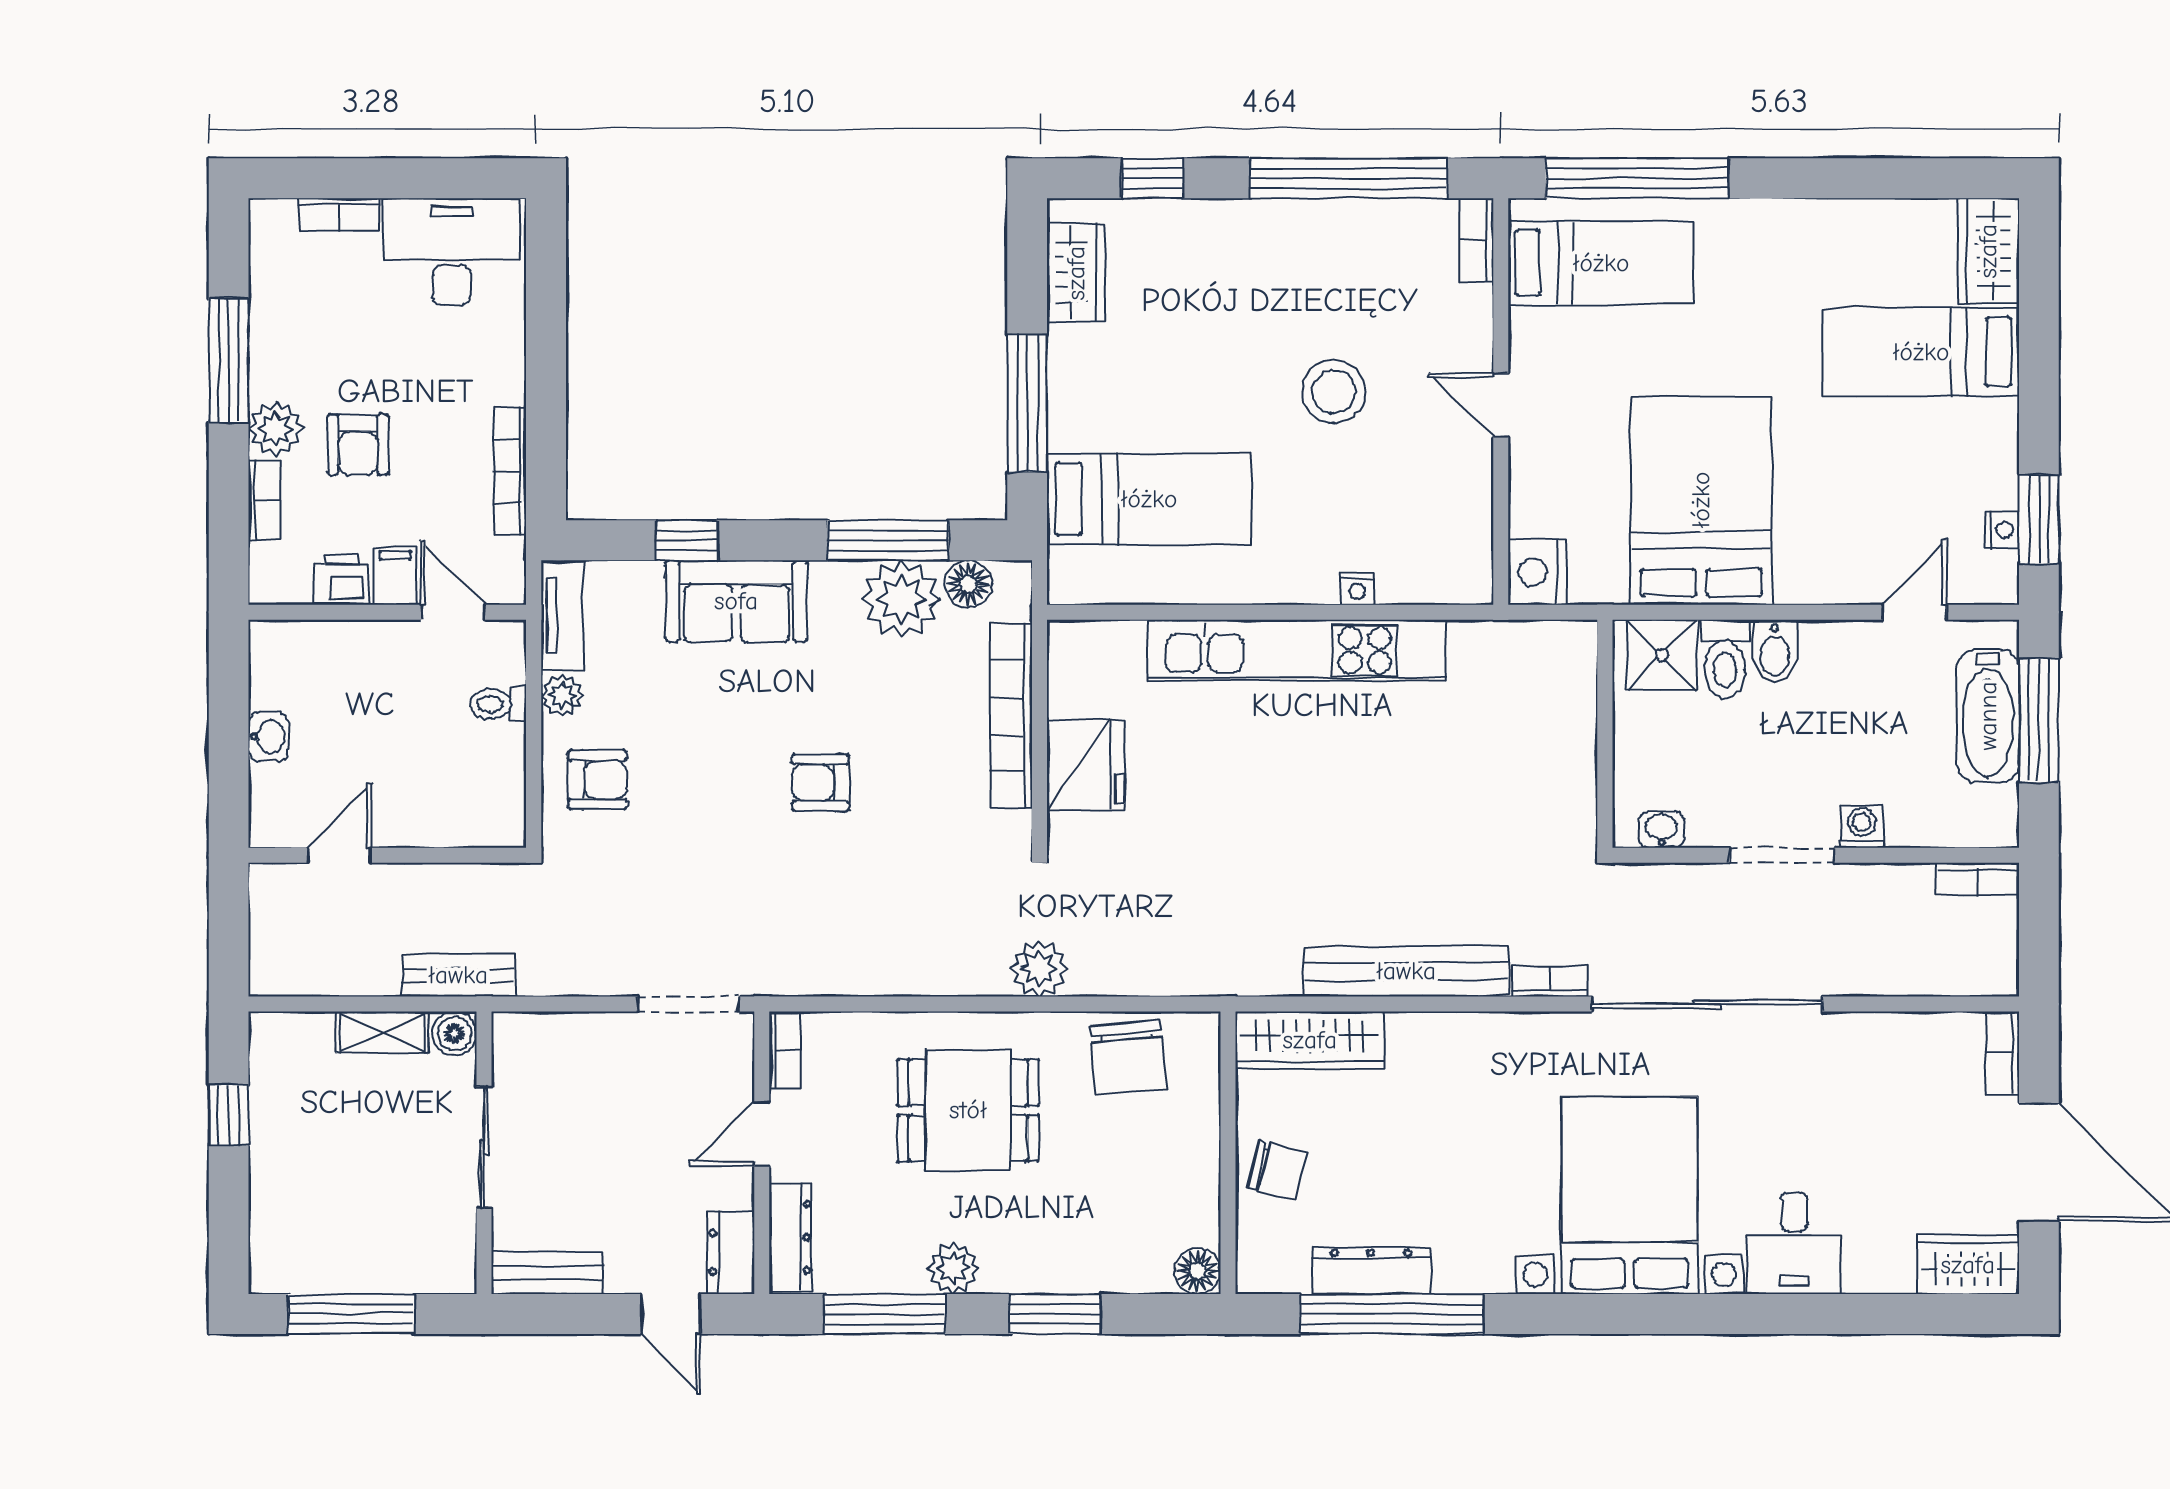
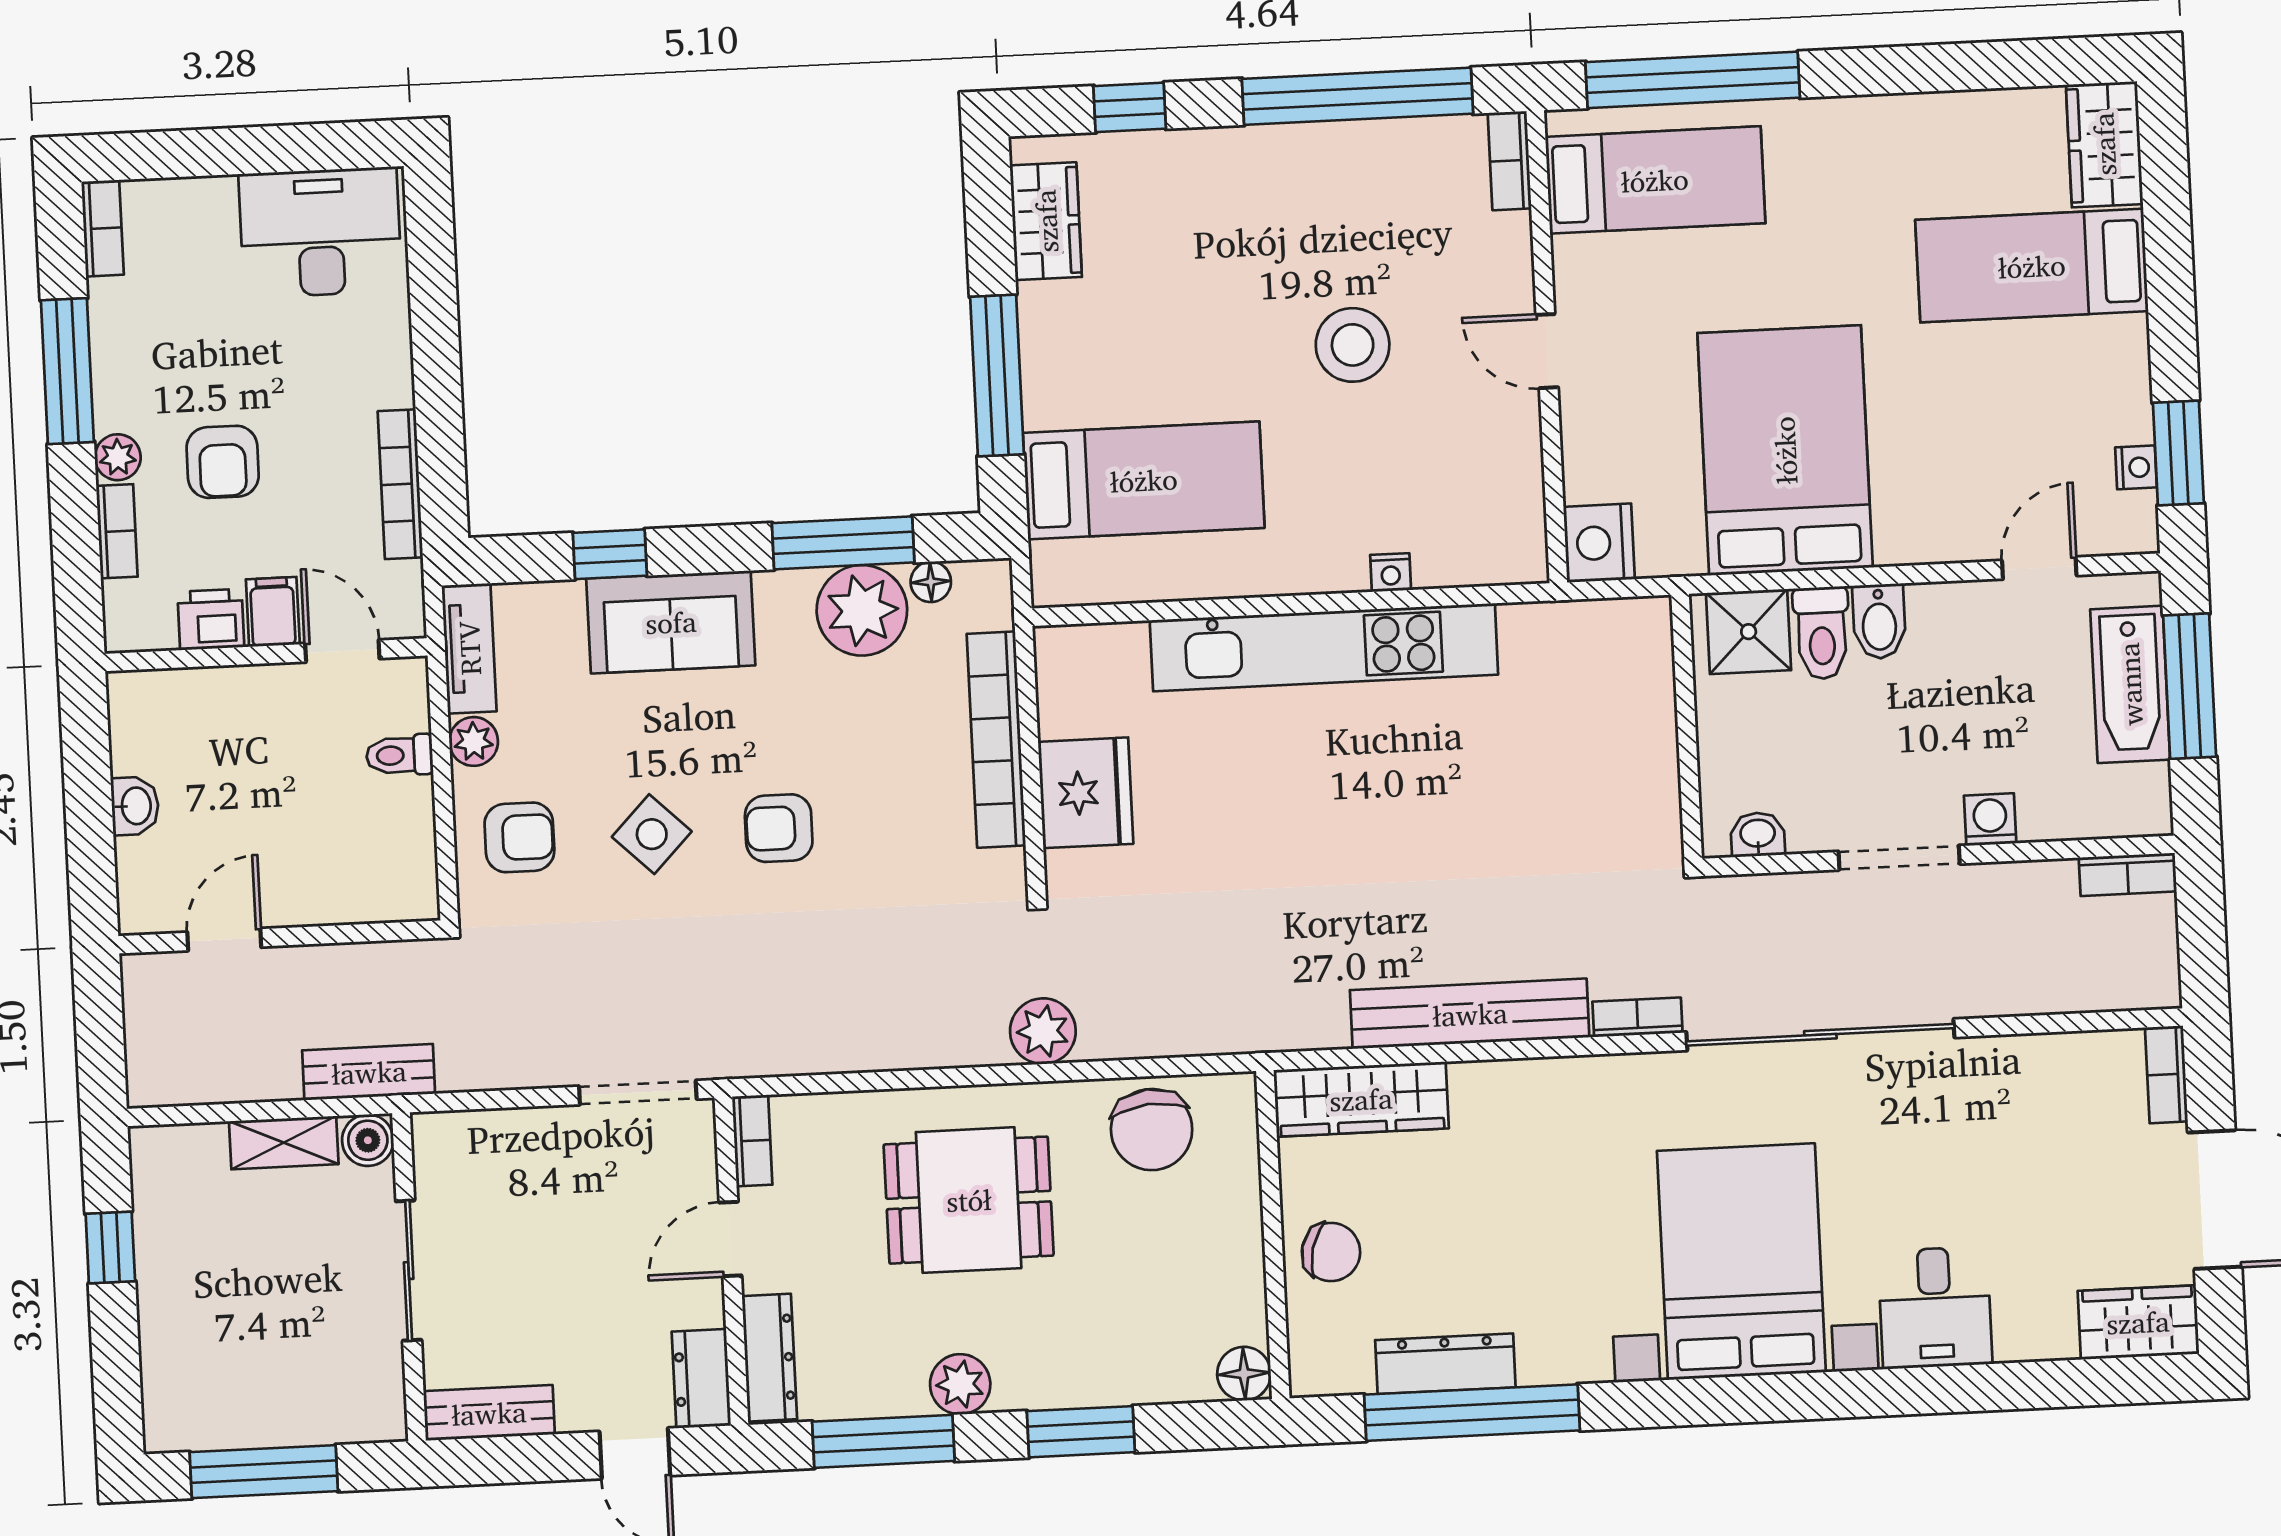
bookcase: (339, 214) -> (103, 228), moved, turned -90
plant: (276, 429) -> (118, 457), width x0.73, depth x0.73
floor lamp: (968, 584) -> (931, 582), width x0.73, depth x0.73
side table: (711, 783) -> (652, 834), added

